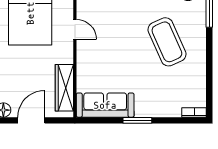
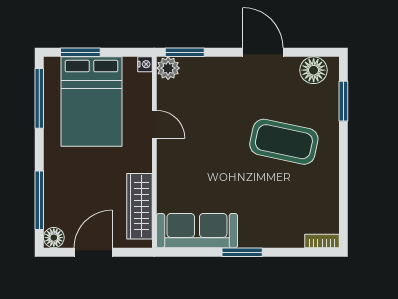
coffee table: (167, 42) -> (284, 142), turned -54

